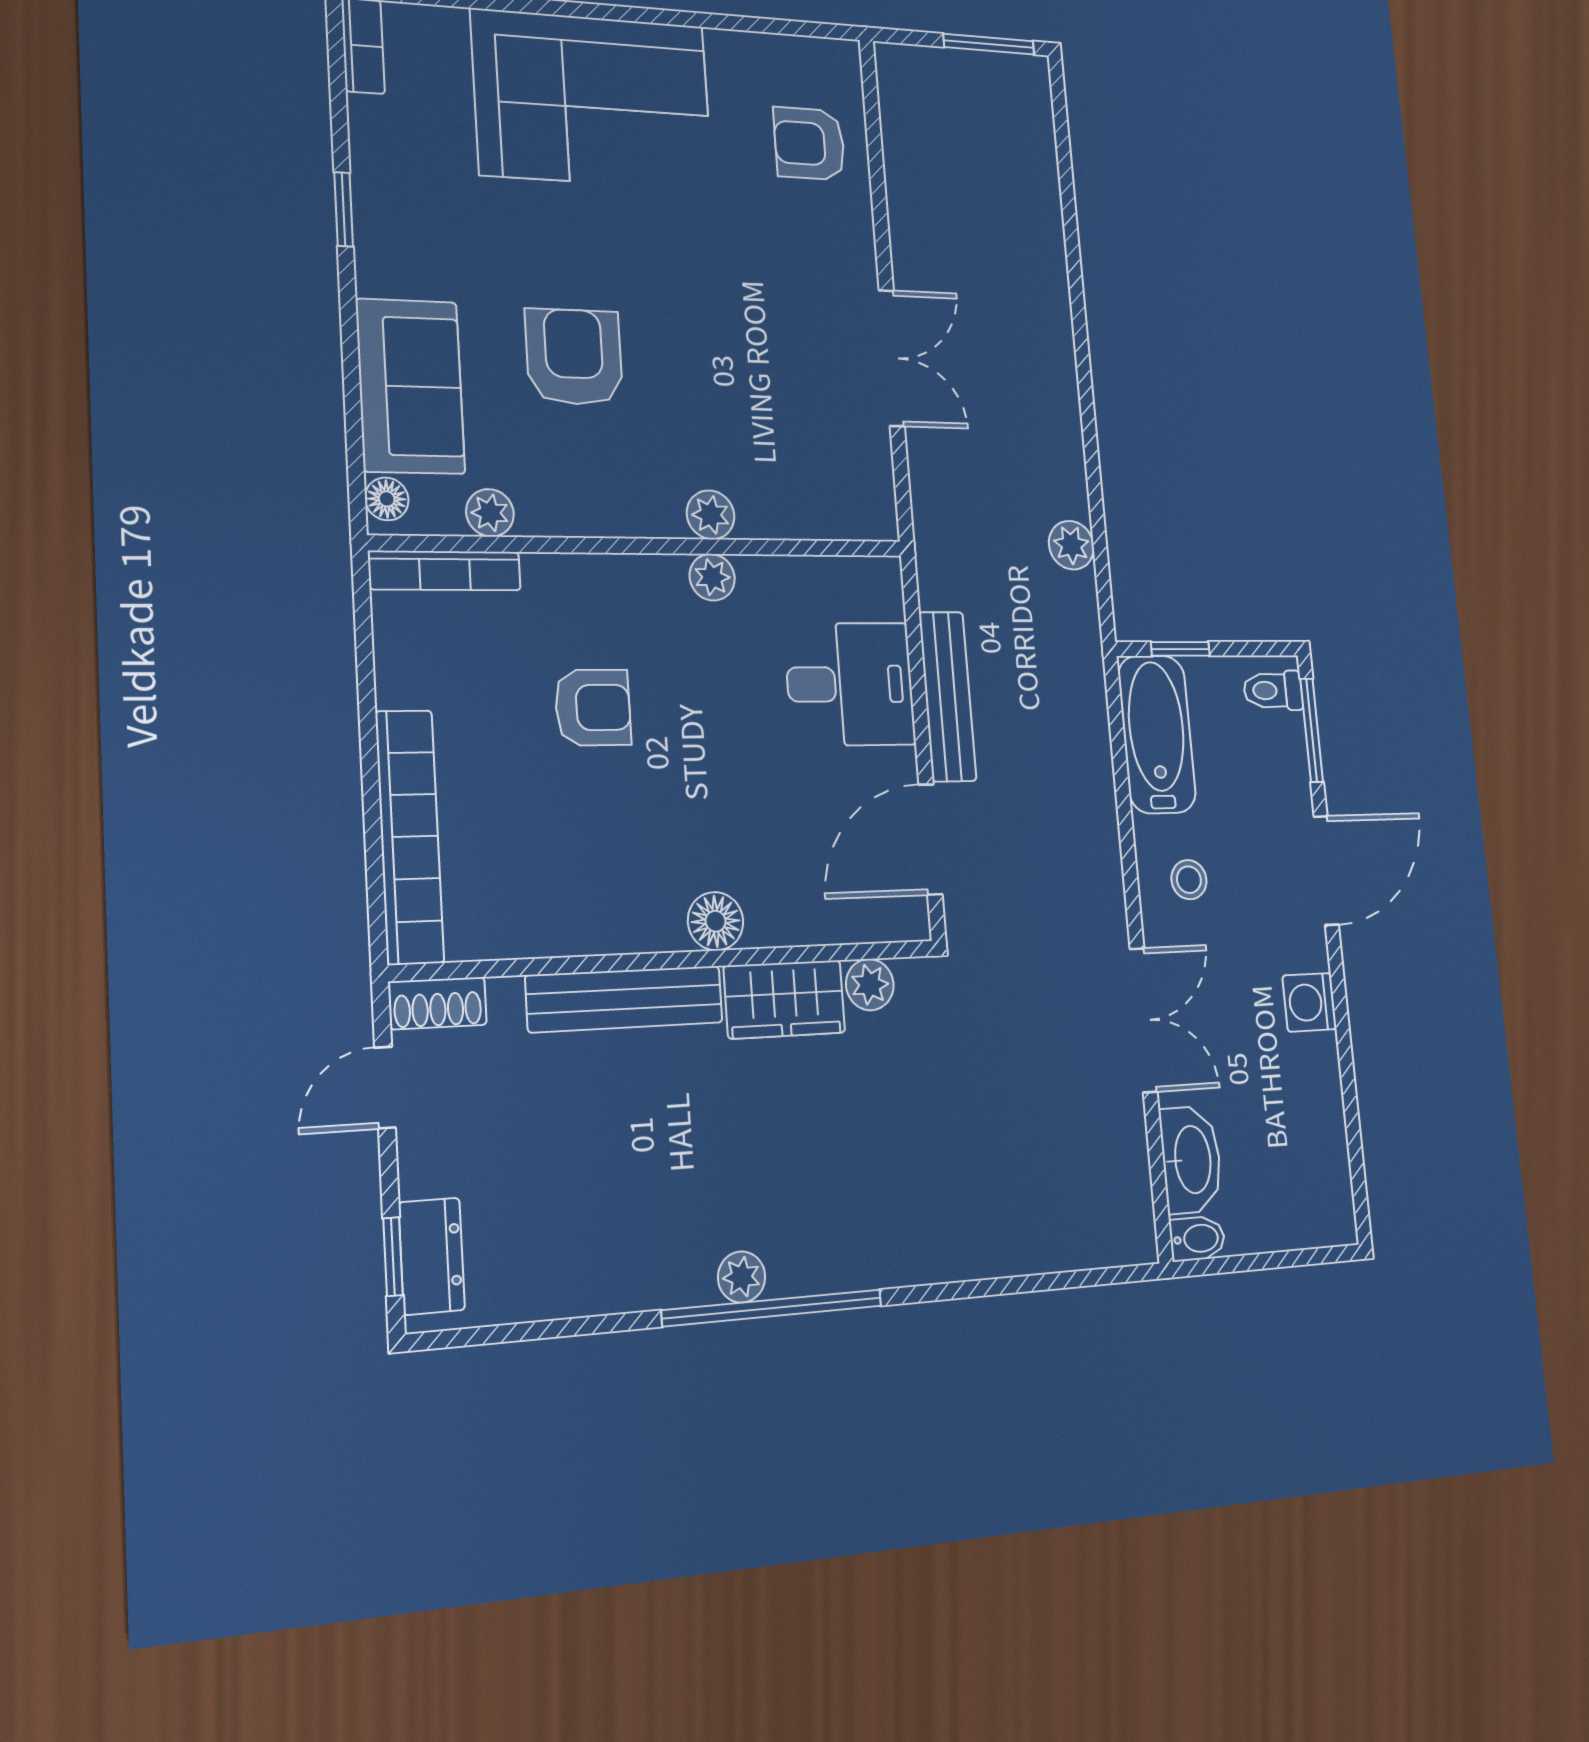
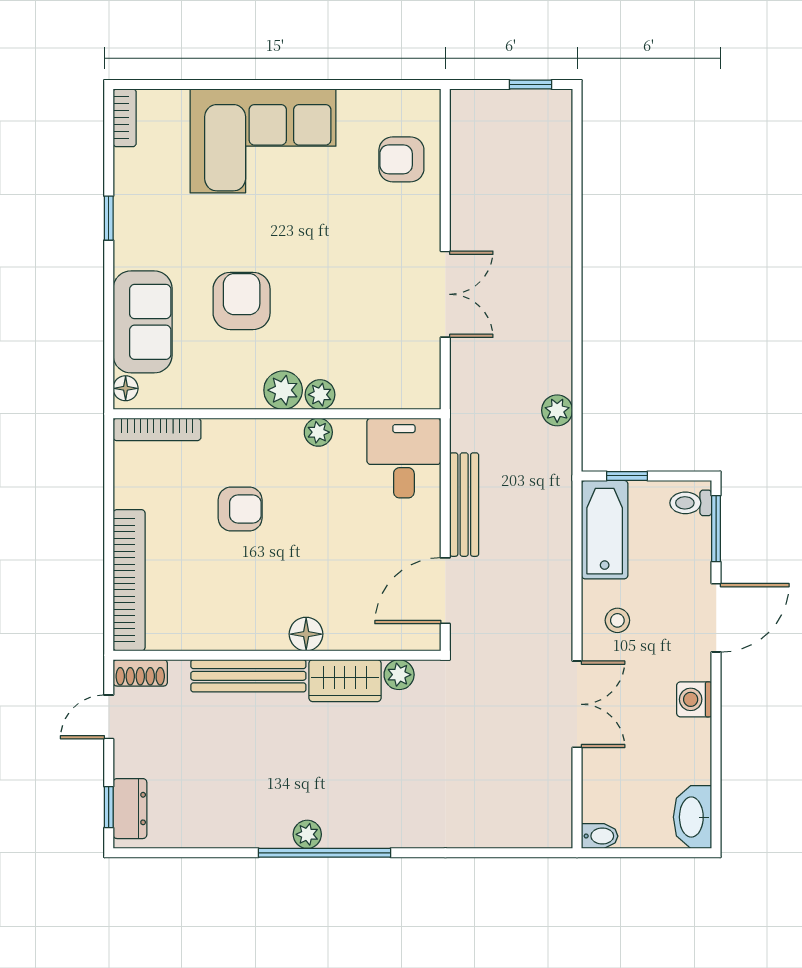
window: (989, 44) -> (531, 85), width x0.67
plant: (490, 513) -> (283, 390), moved, width x1.38, depth x1.38
desk: (850, 684) -> (404, 458), moved, turned -90
washbasin: (1191, 1160) -> (692, 817), moved, turned 180

